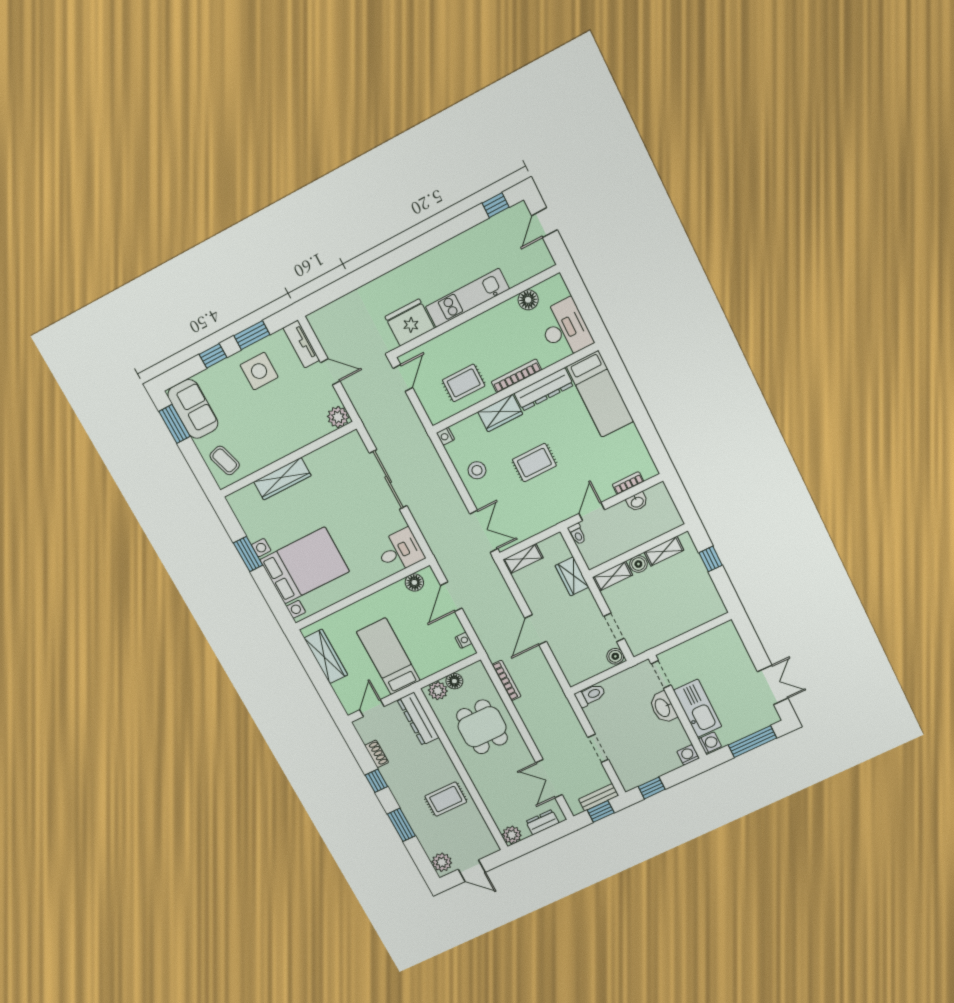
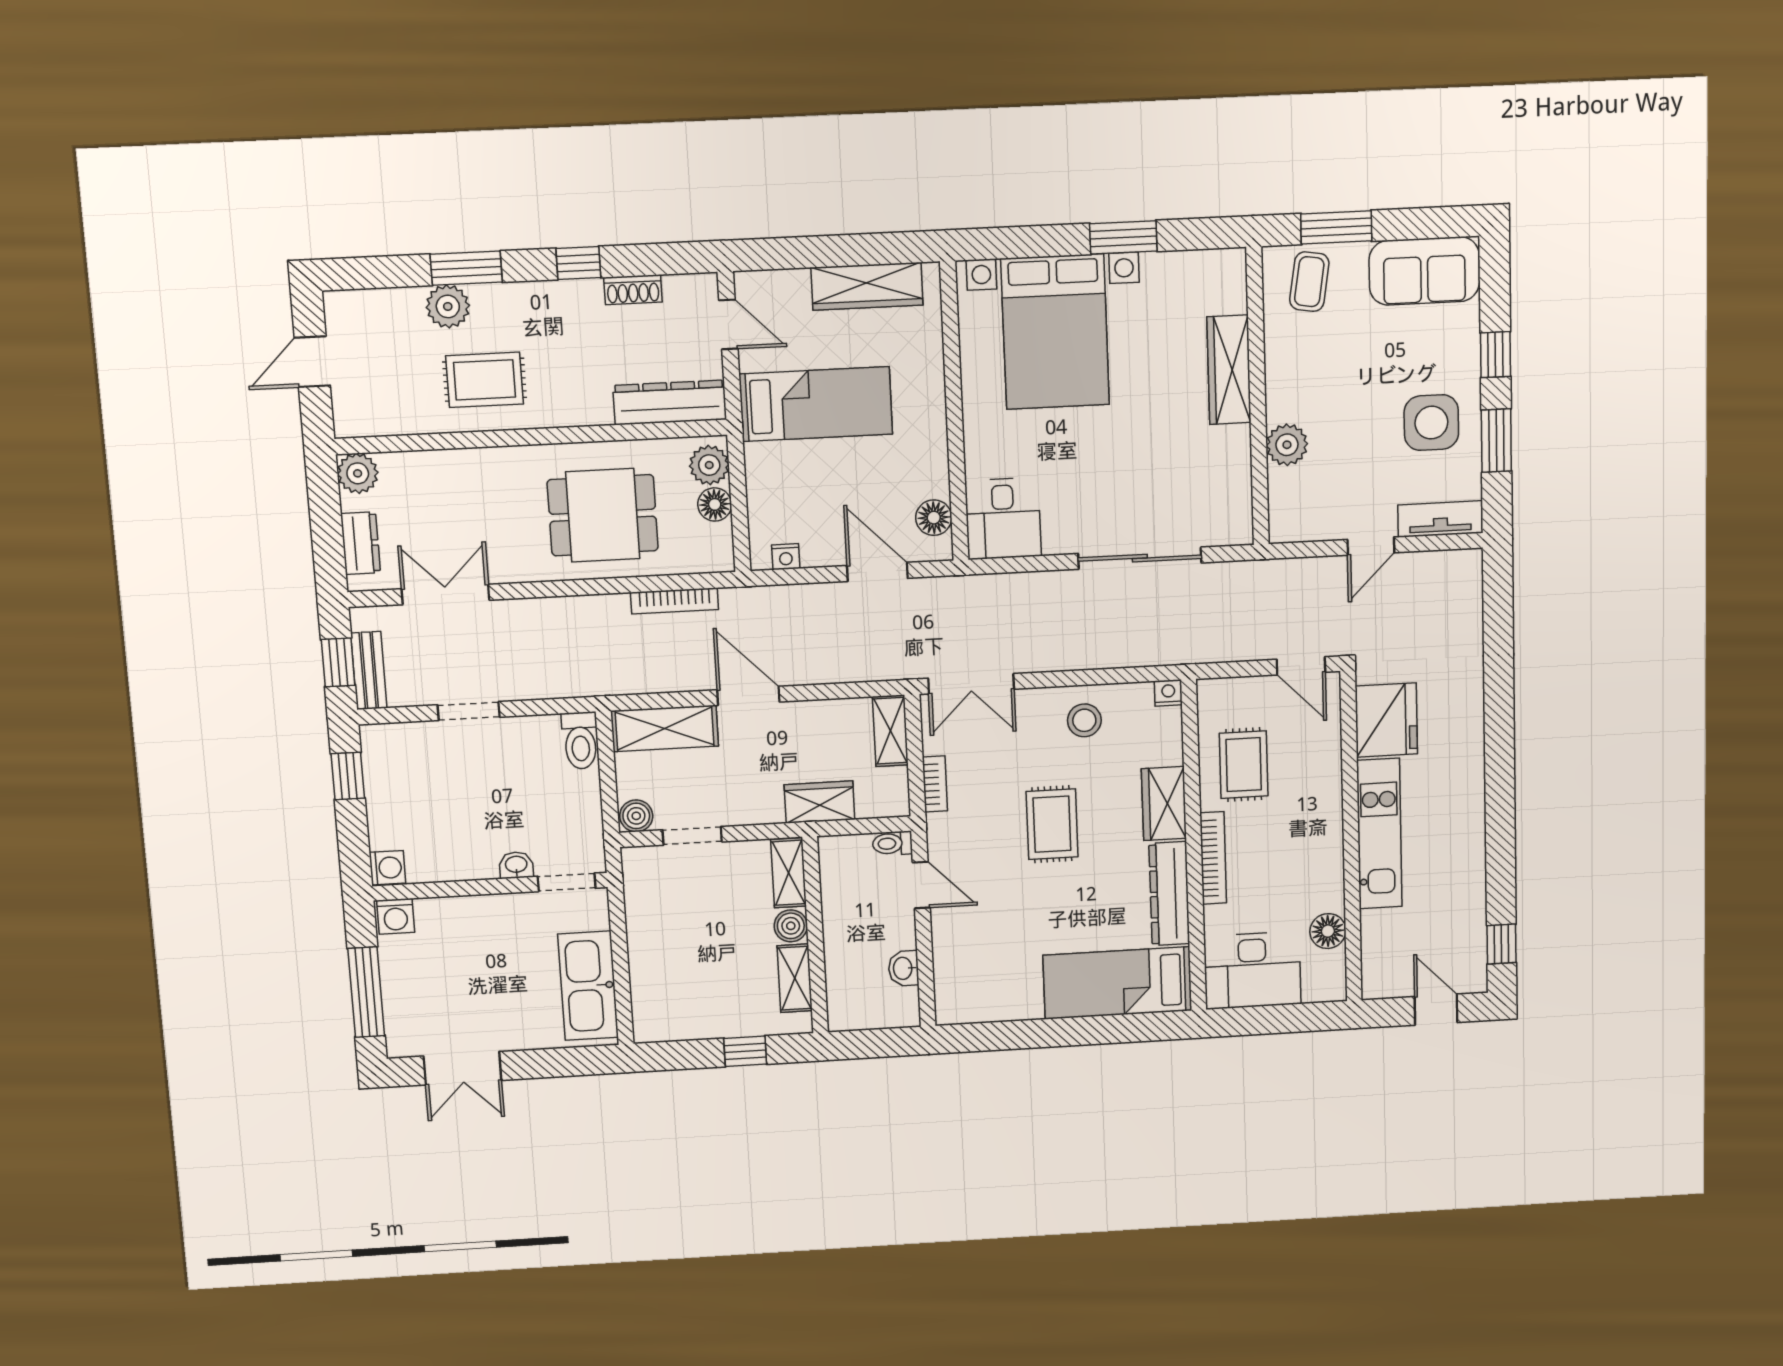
plant: (338, 417) -> (1287, 445), moved
window: (174, 424) -> (1336, 227), moved
coffee table: (225, 460) -> (1309, 282), turned -64
bookcase: (628, 483) -> (935, 784), moved
shelving: (568, 661) -> (665, 728), added
washbasin: (663, 708) -> (516, 865), width x0.52, depth x0.69
kitchen sink: (698, 708) -> (588, 986), moved, turned 90
rug: (446, 799) -> (485, 380), turned 90
plant: (442, 862) -> (448, 306), moved

